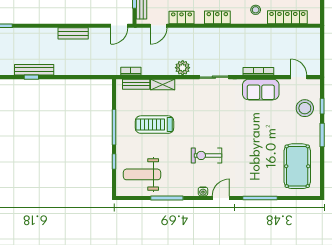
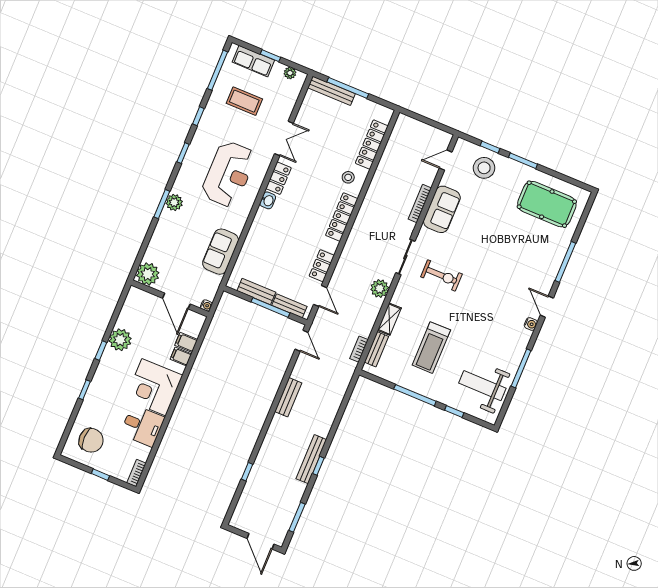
locker: (217, 17) -> (342, 217), width x1.53
exercise bike: (207, 155) -> (441, 275), moved, turned -90
weight bench: (142, 174) -> (482, 386), turned 90

